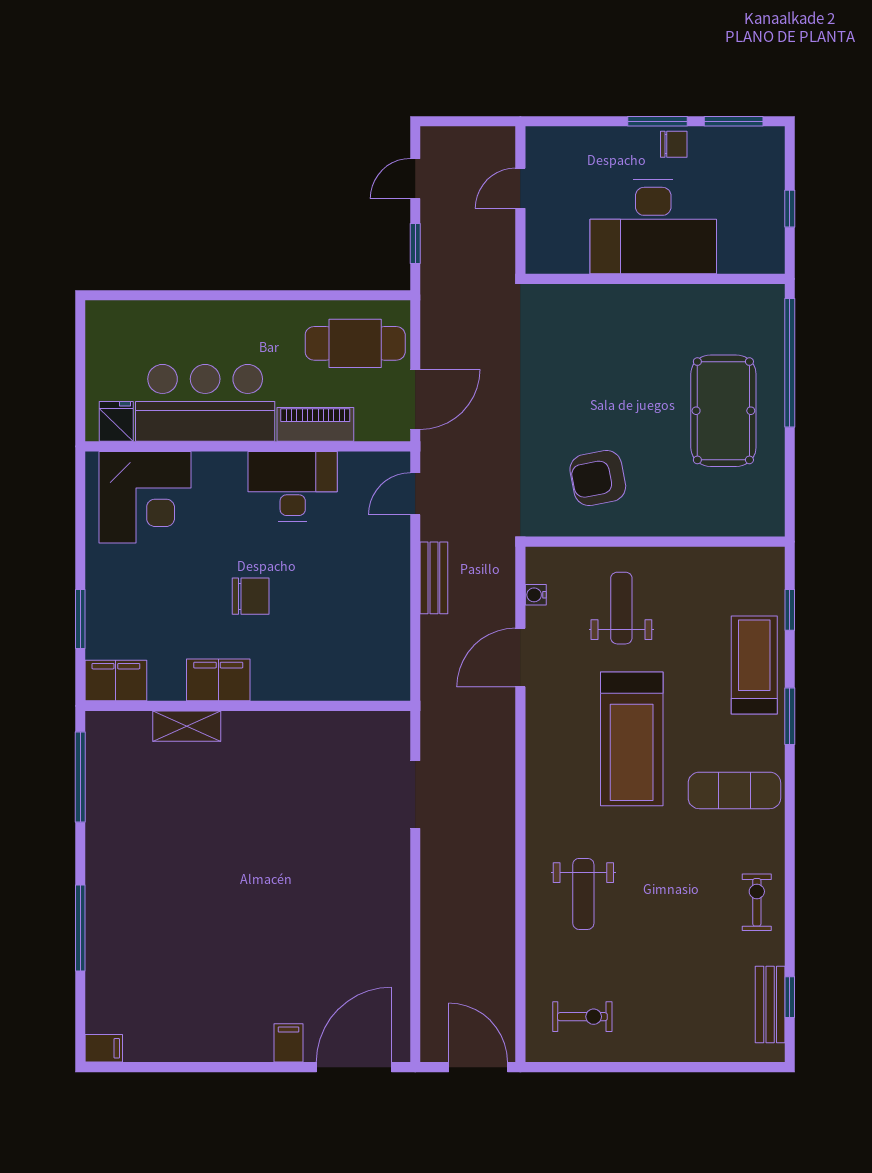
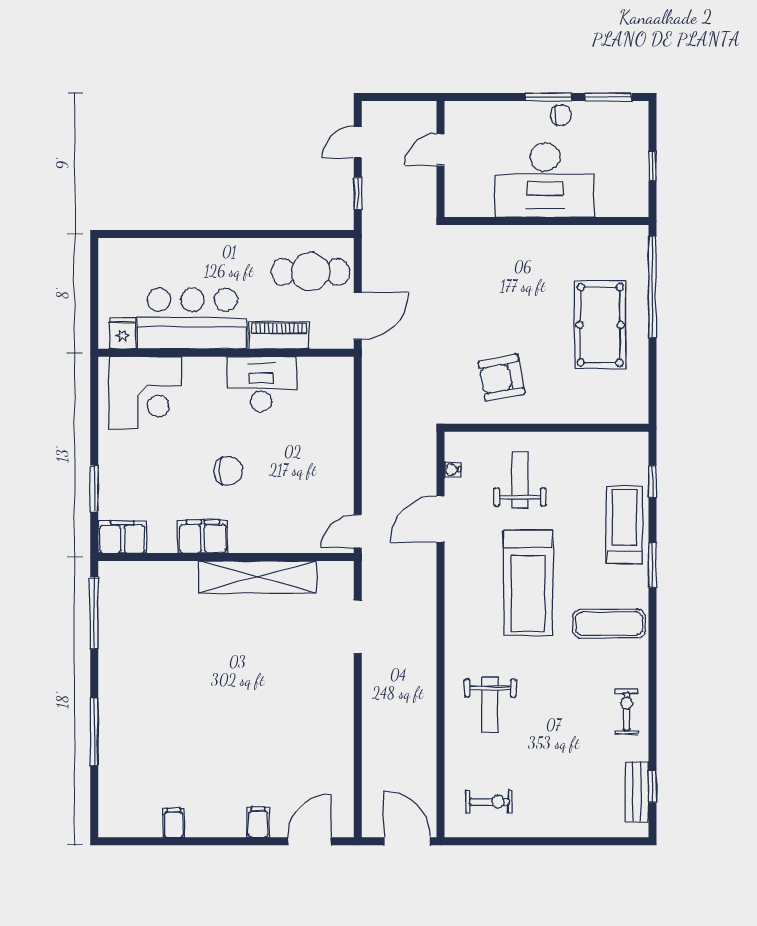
door: (415, 494) -> (358, 531), moved
bench: (434, 578) -> (372, 456), removed
shelving: (187, 726) -> (257, 577), moved, width x2.20, depth x1.33
filing cabinet: (104, 1048) -> (174, 823), moved, turned -90
door: (354, 1067) -> (310, 841), width x0.73

